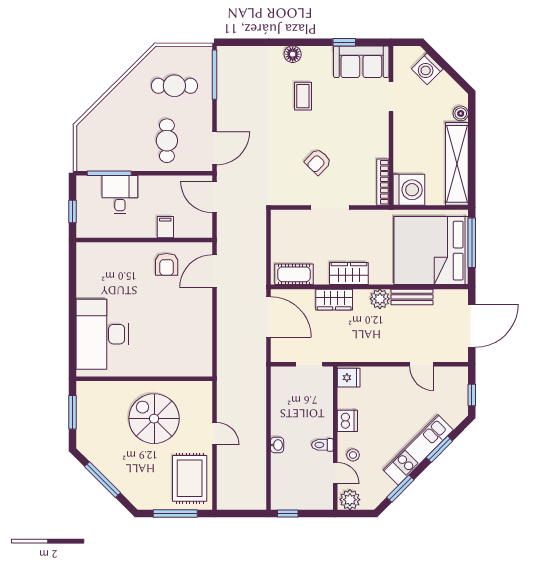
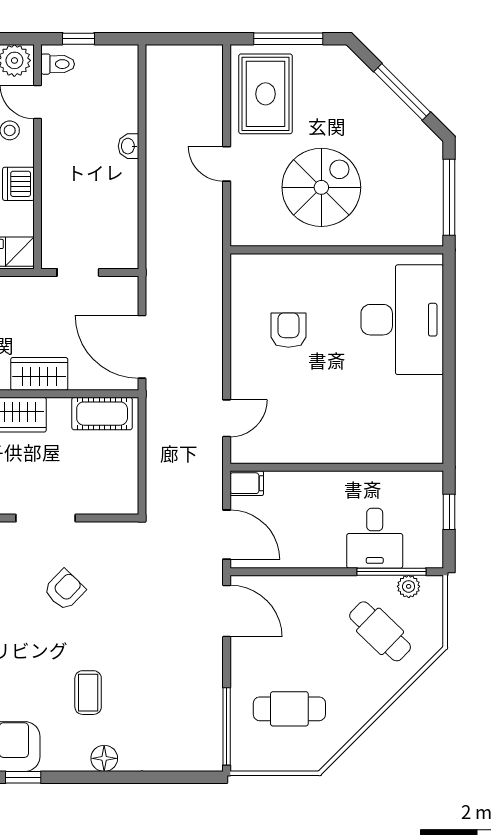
cafe table: (167, 141) -> (380, 631), moved, turned -46
door: (214, 148) -> (227, 611), swing flipped
plant: (98, 164) -> (409, 586), added
filing cabinet: (165, 227) -> (247, 483), moved, turned -90
armchair: (167, 264) -> (288, 330), moved
door: (214, 271) -> (227, 418), width x0.73
window: (72, 412) -> (449, 197), width x1.44
spiral stairs: (154, 419) -> (321, 187), turned -90
toilet: (322, 445) -> (58, 64), moved
window: (288, 514) -> (78, 39), moved

